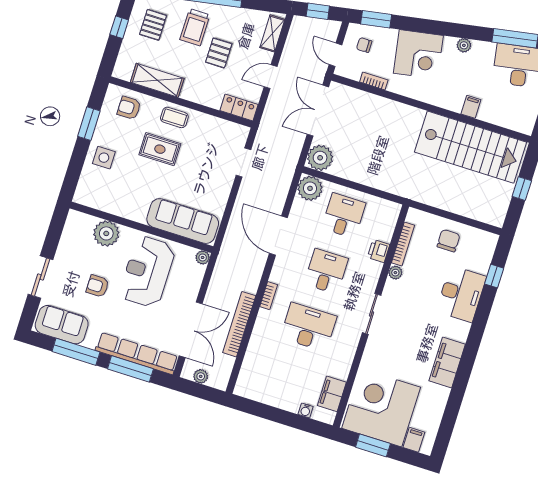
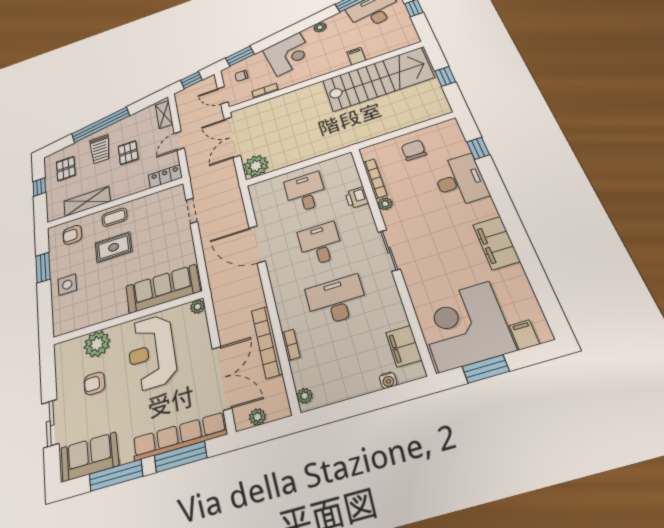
plant: (310, 188) -> (305, 396), moved, width x0.53, depth x0.53
armchair: (98, 286) -> (94, 383), moved
bookcase: (269, 296) -> (291, 345), moved

